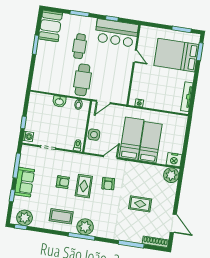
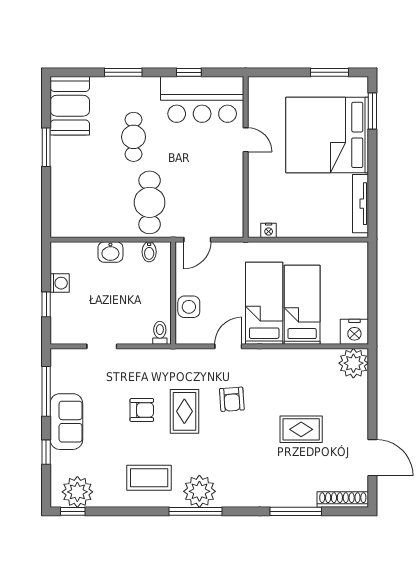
bed: (176, 55) -> (327, 135), width x1.36
washing machine: (28, 136) -> (60, 283), moved

